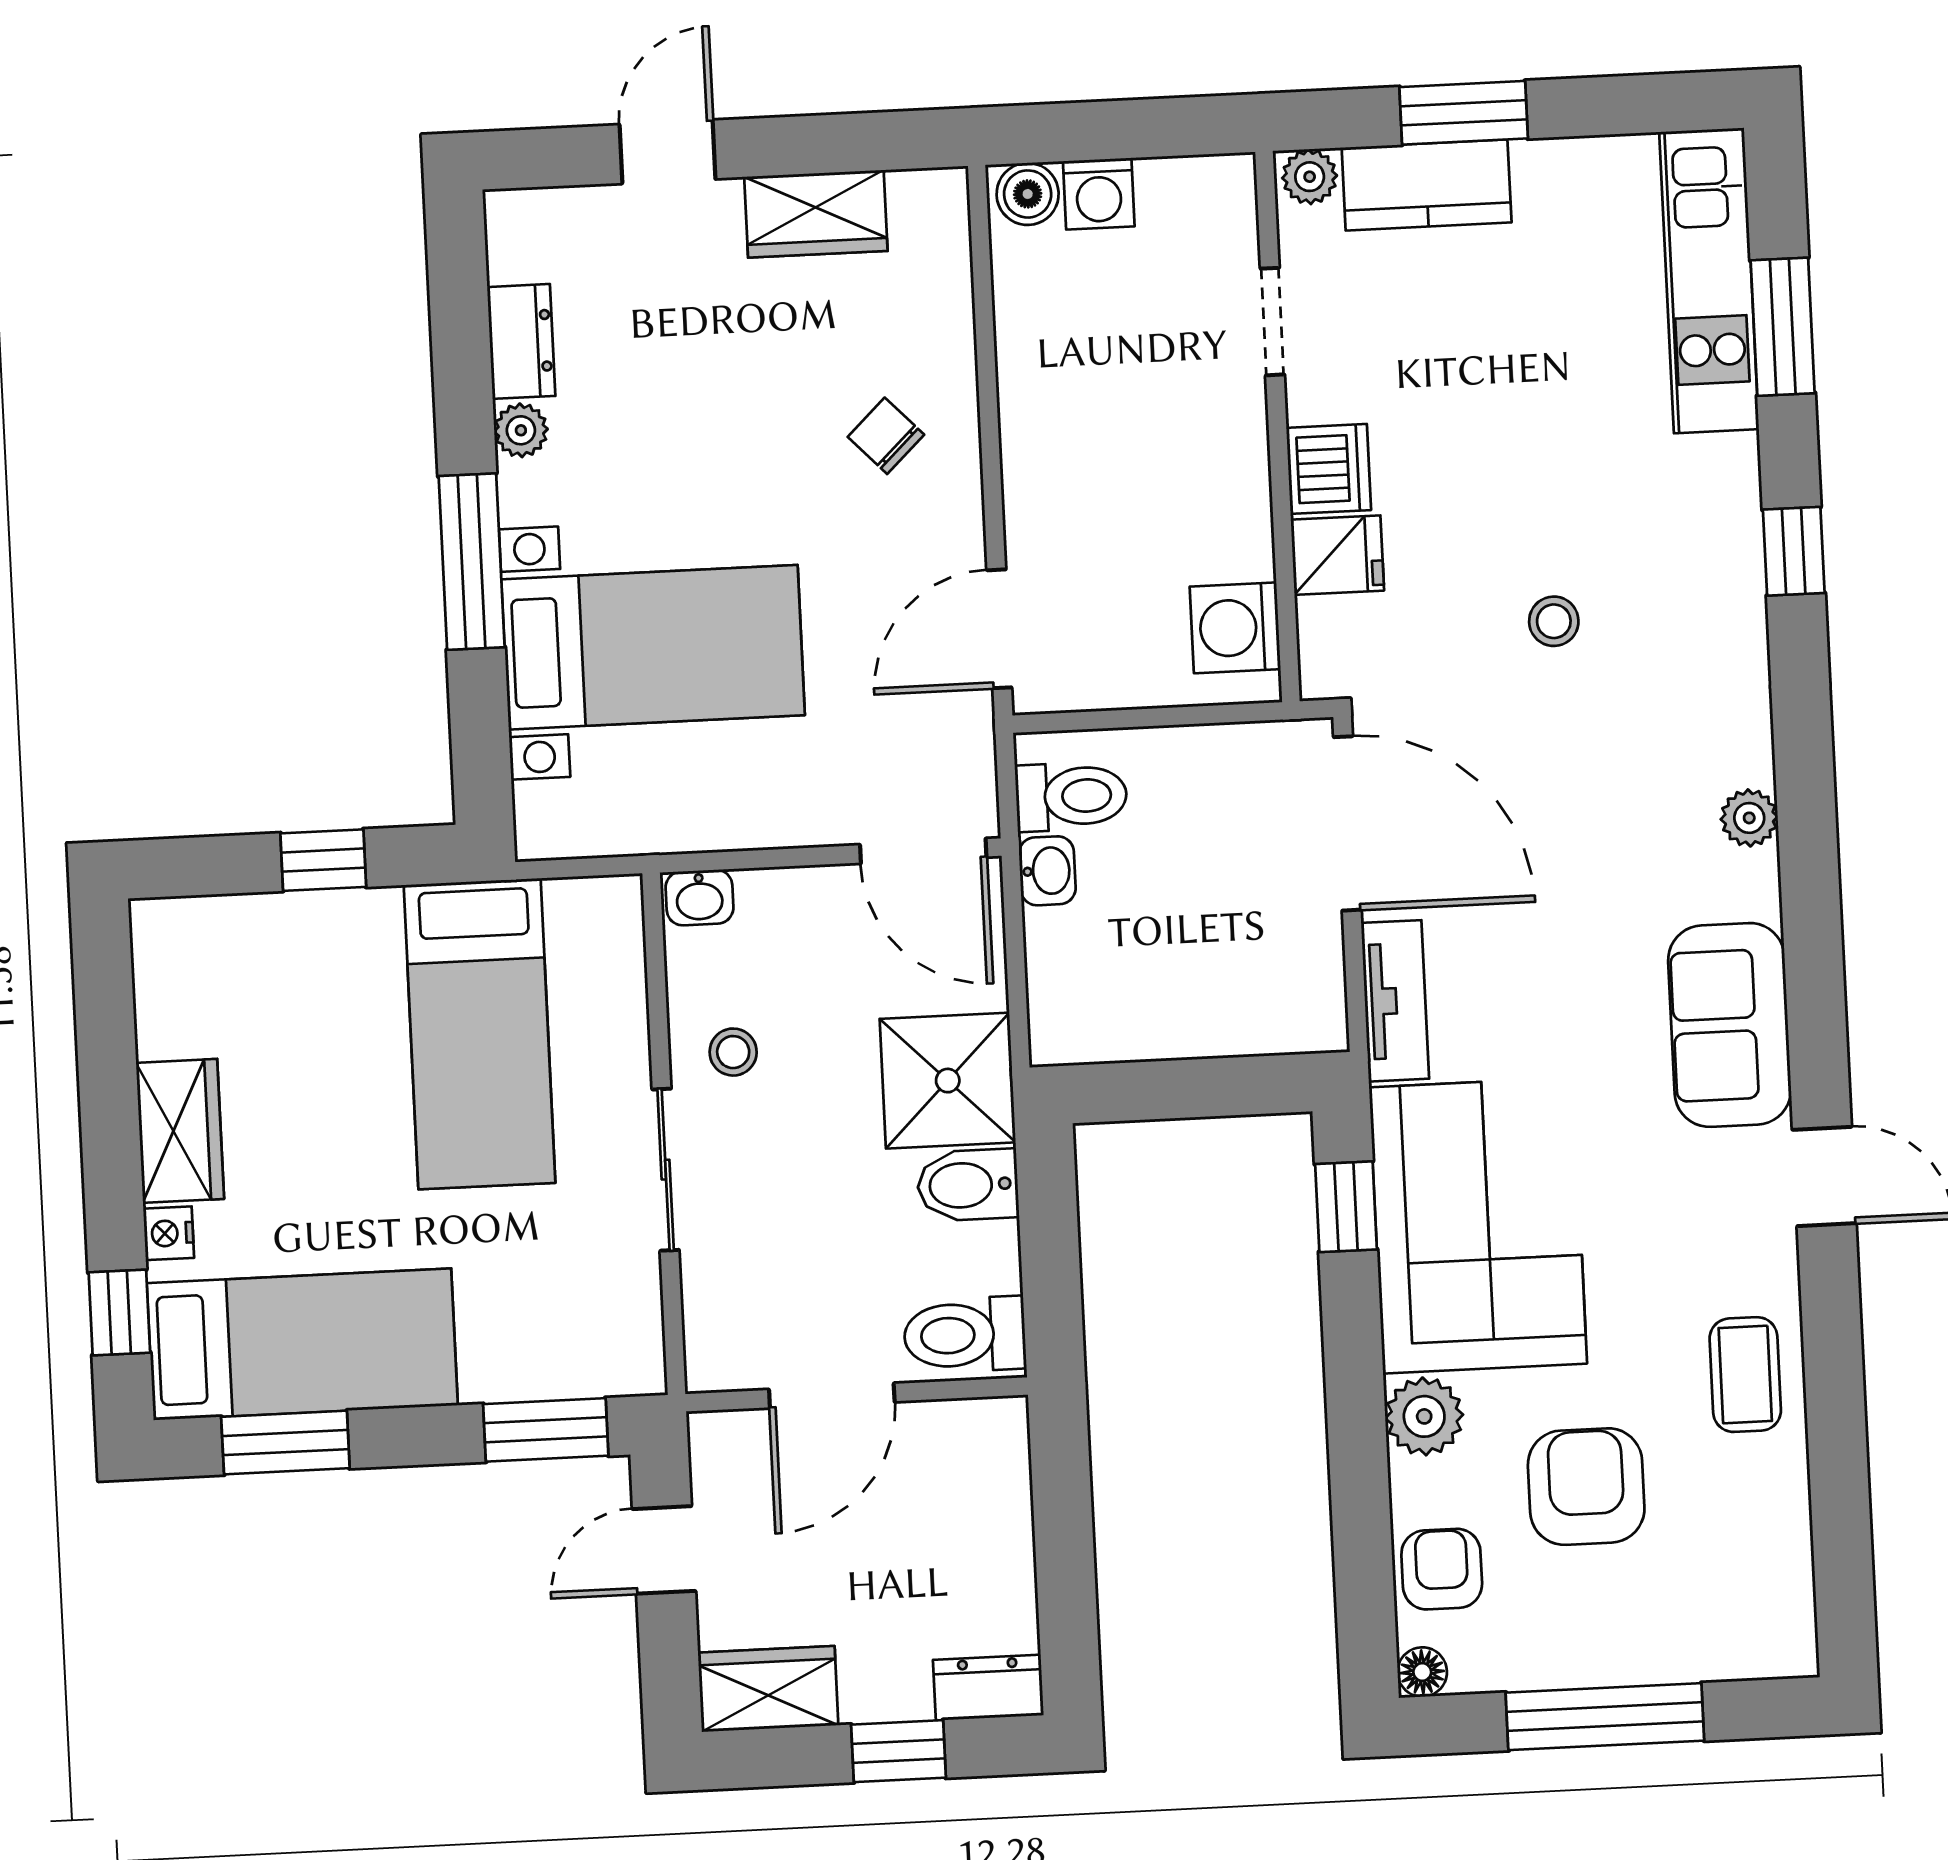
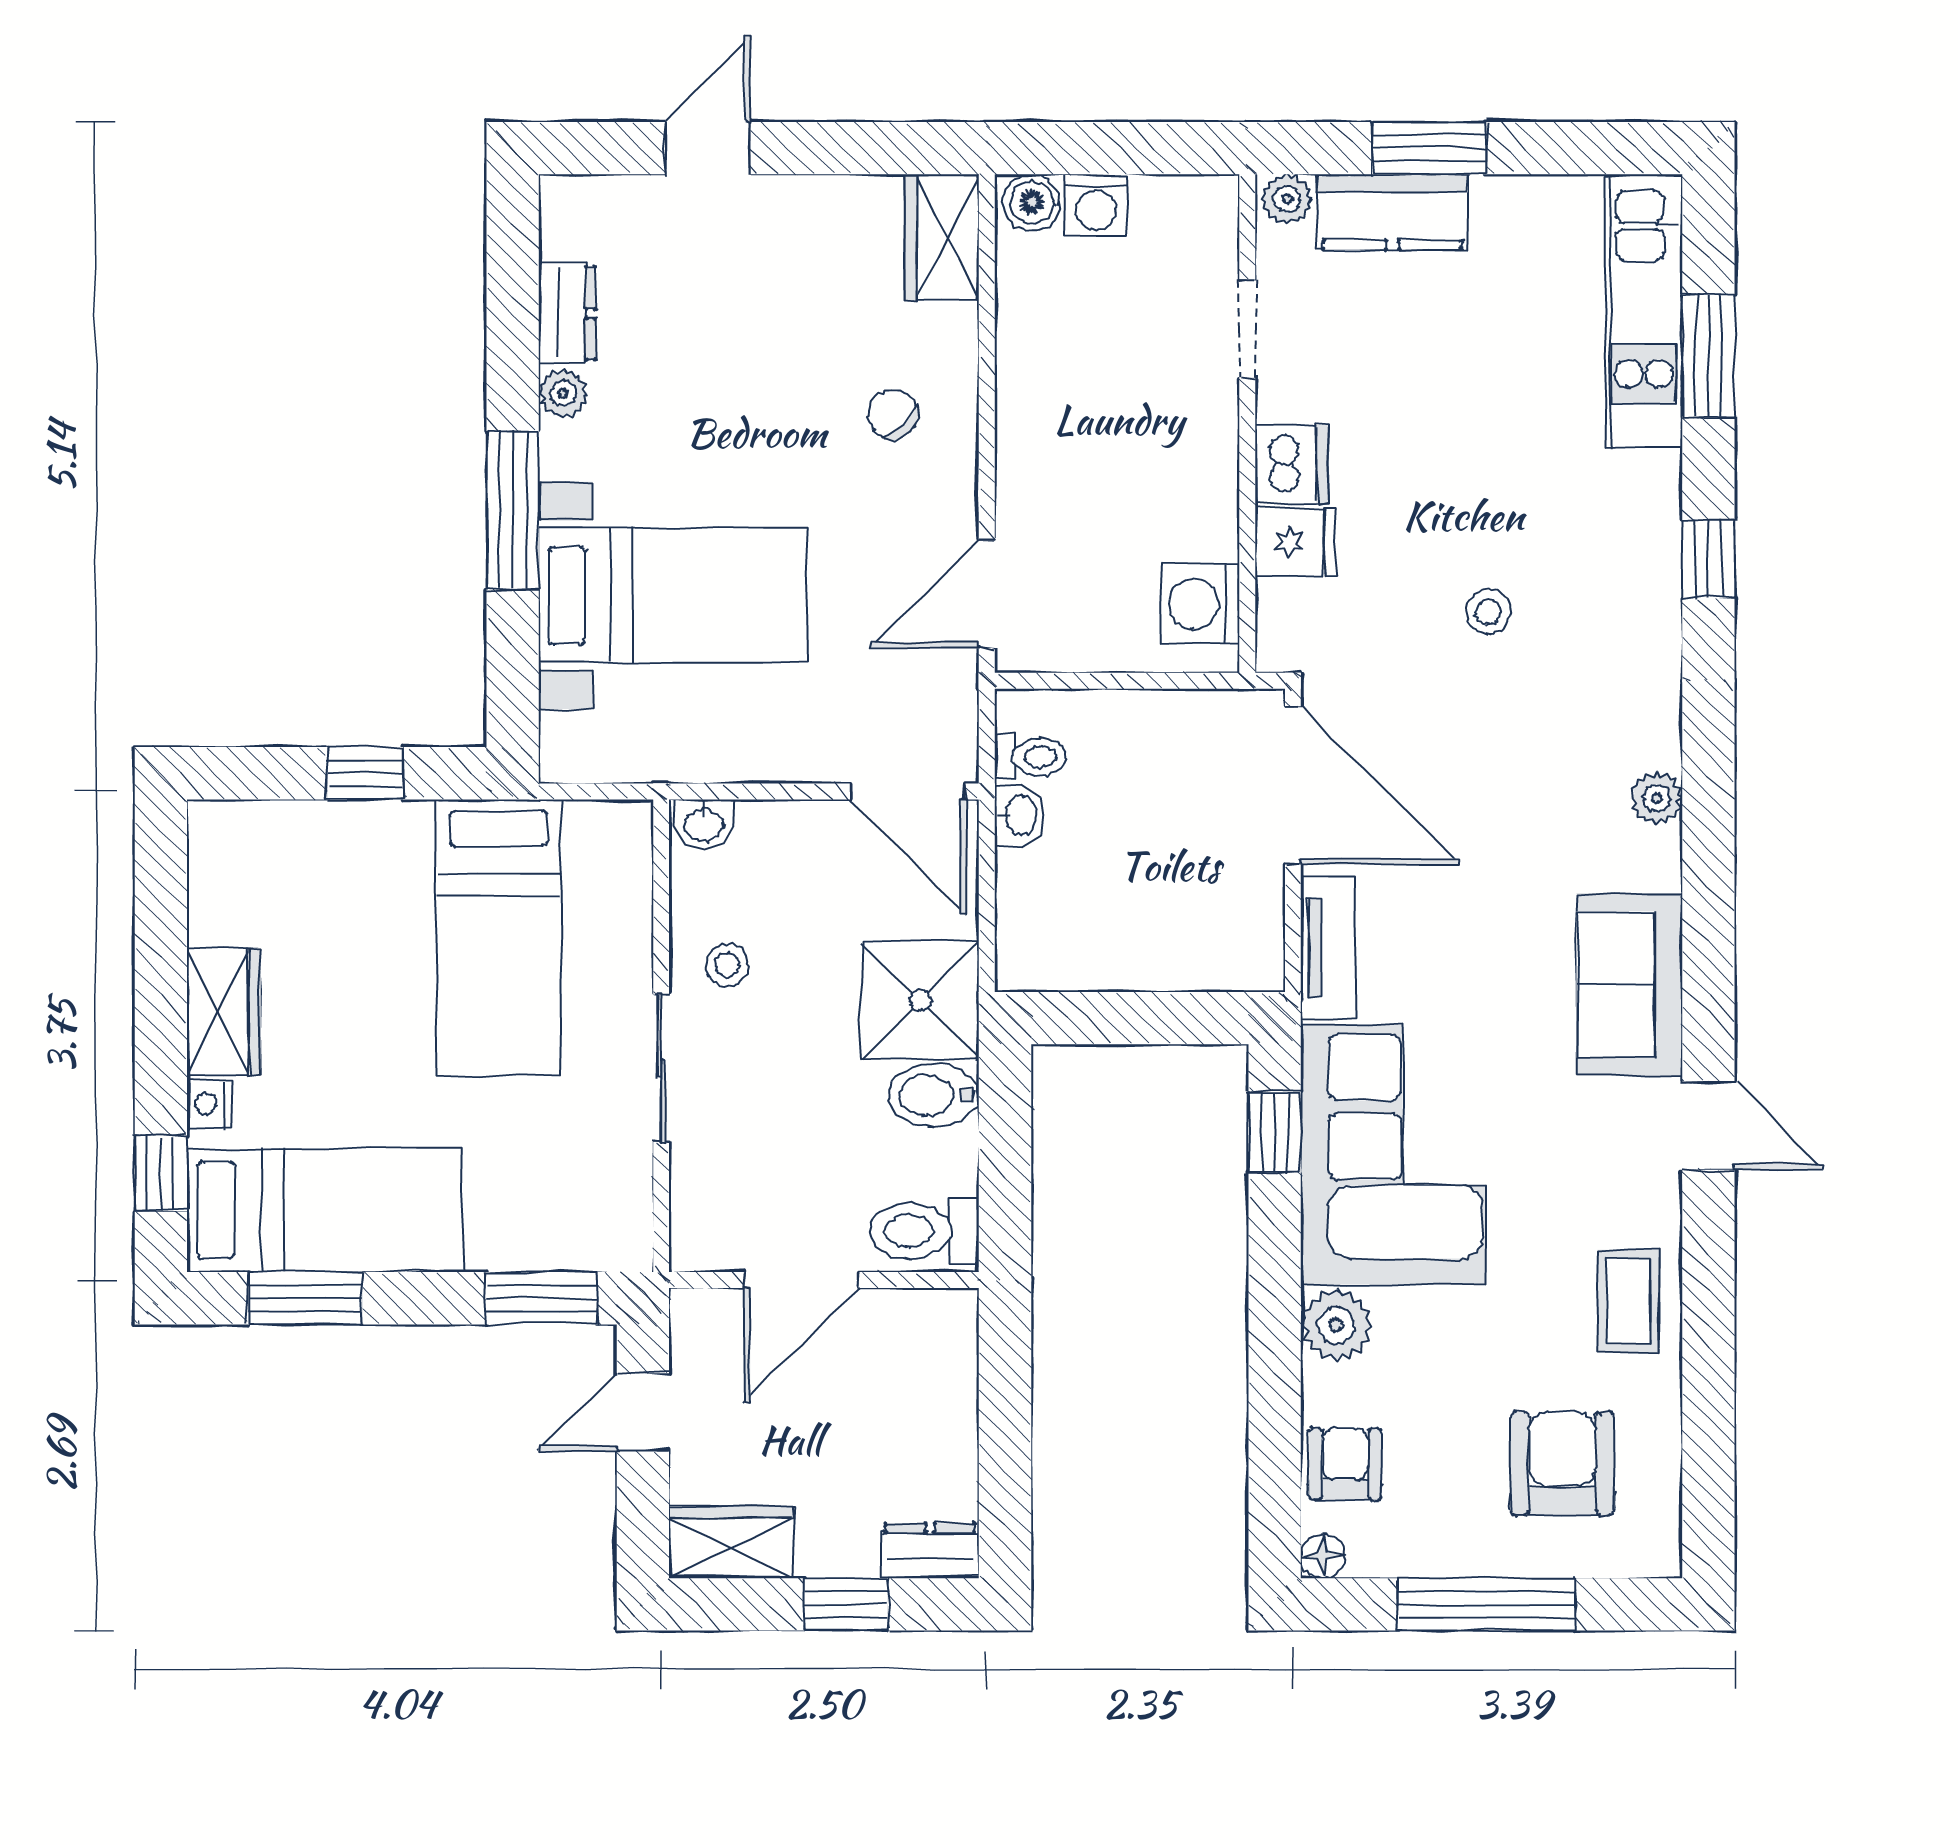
wardrobe: (816, 214) -> (942, 237), moved, turned 90
toilet: (1071, 796) -> (1031, 757), width x0.73, depth x0.72
armchair: (1586, 1487) -> (1562, 1464), moved

